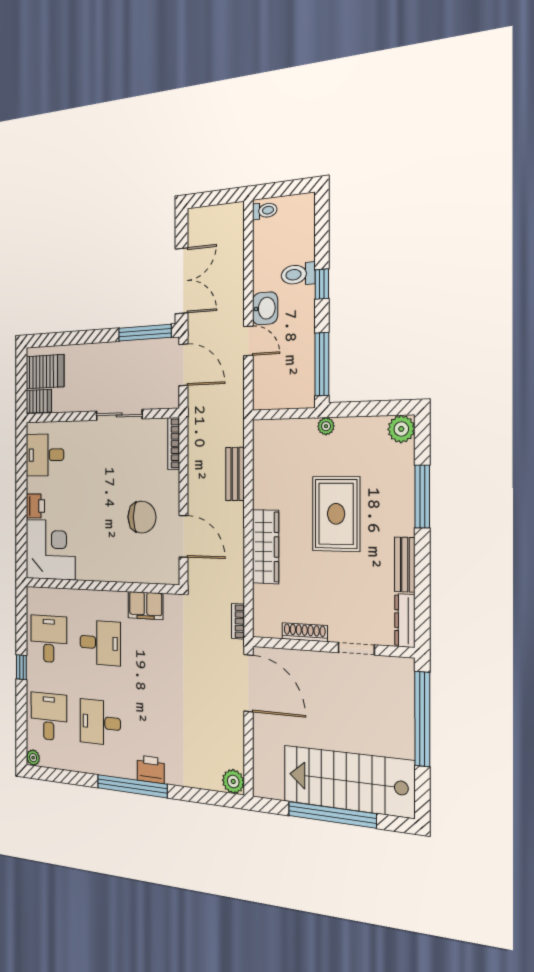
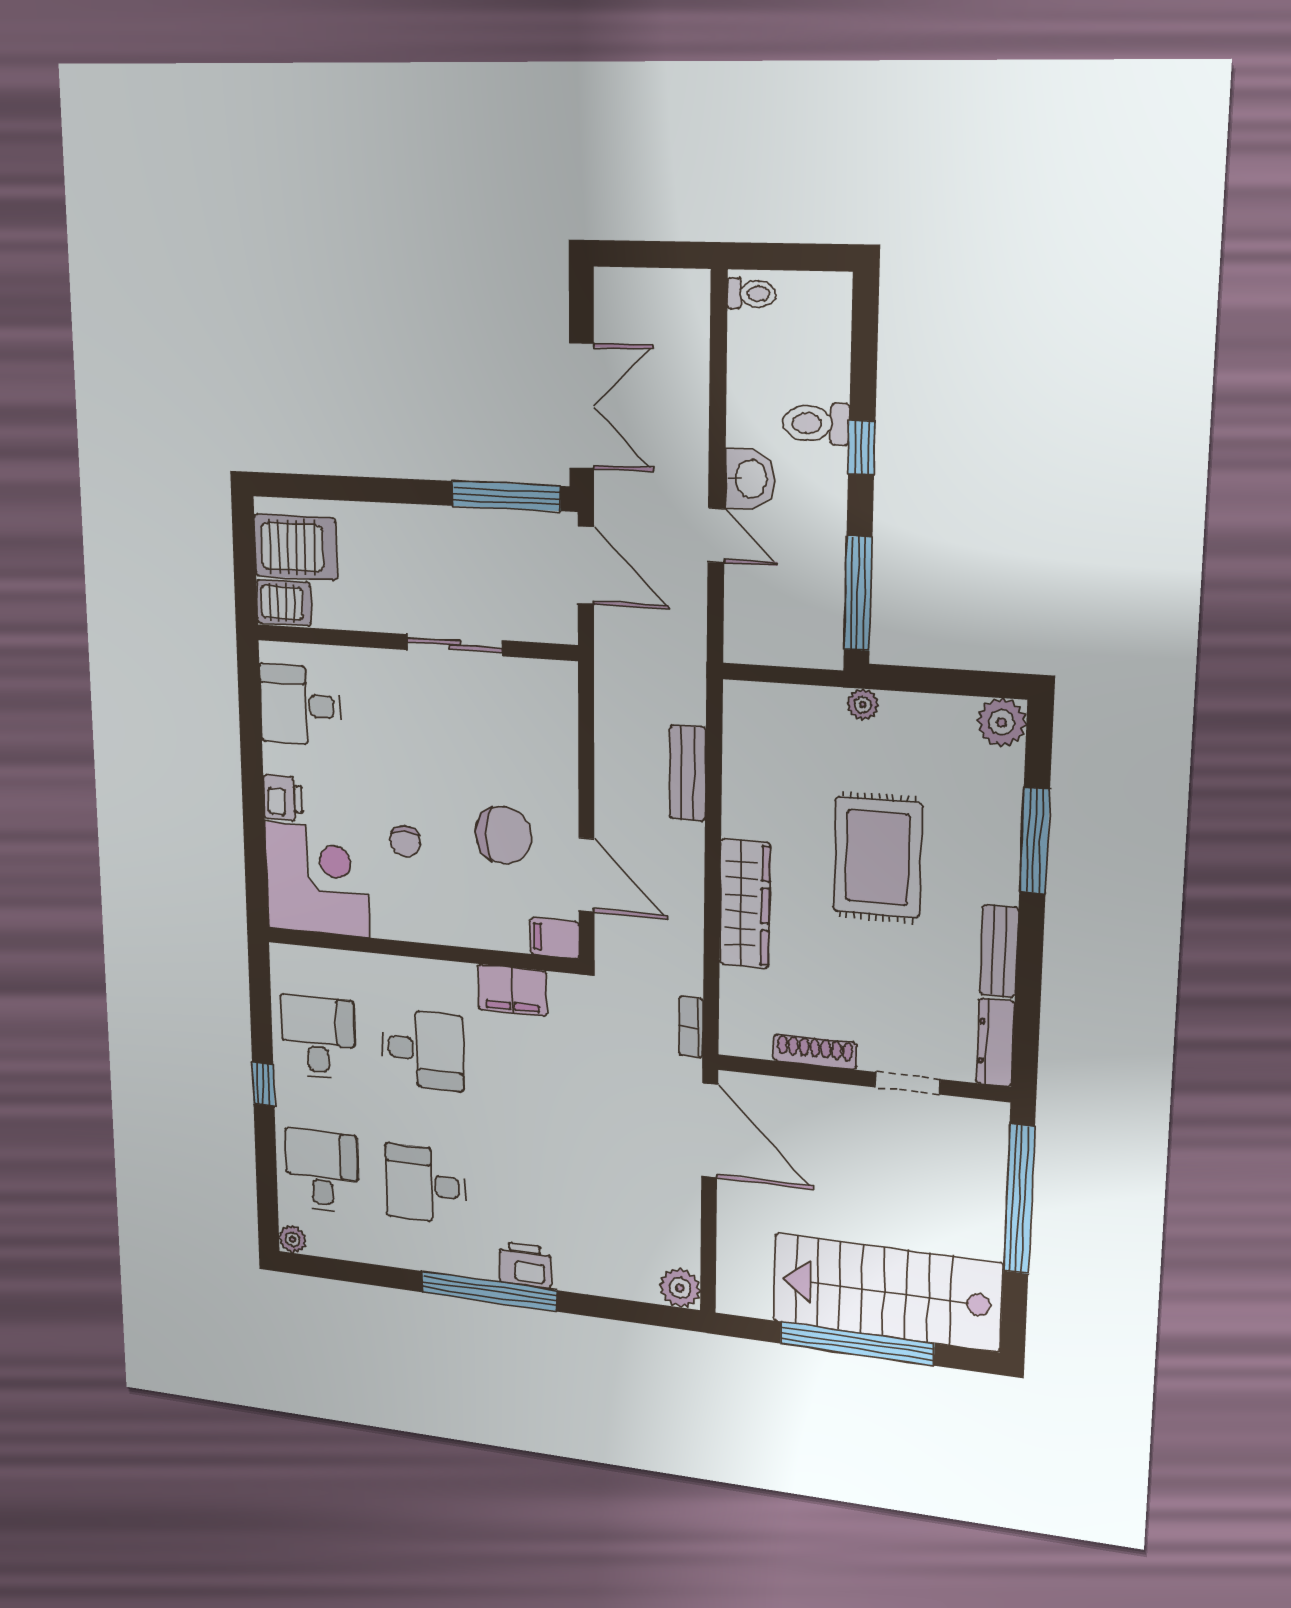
bookcase: (174, 443) -> (567, 708), removed
chair: (93, 525) -> (405, 841), added
filing cabinet: (167, 574) -> (554, 938), added

